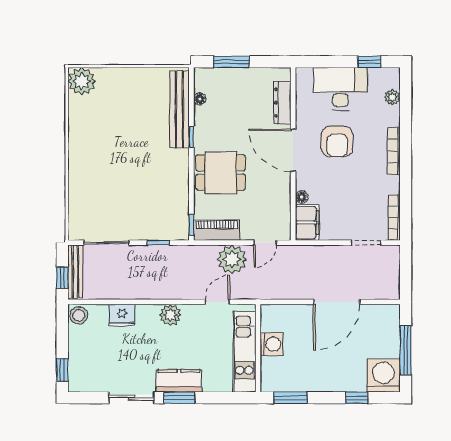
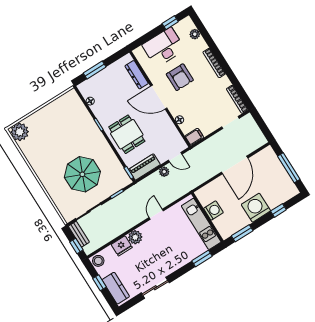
bench: (180, 109) -> (83, 114), removed
dining table: (220, 173) -> (127, 134), turned 90
parasol: (129, 189) -> (82, 174), added
filing cabinet: (307, 223) -> (194, 137), width x0.50
door: (265, 243) -> (175, 157), hinge flipped
plant: (232, 259) -> (164, 172), width x0.53, depth x0.53
bench: (75, 272) -> (79, 234), width x0.73
door: (217, 302) -> (156, 214), moved
plant: (170, 315) -> (135, 237), moved
window: (62, 370) -> (99, 283), moved
washing machine: (383, 375) -> (256, 208), moved
kitchen counter: (179, 381) -> (116, 288), moved, turned 90
window: (179, 398) -> (202, 258), moved

